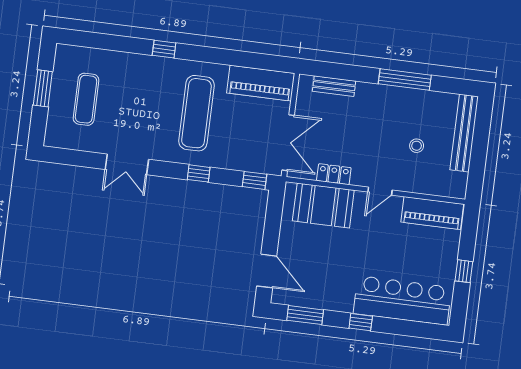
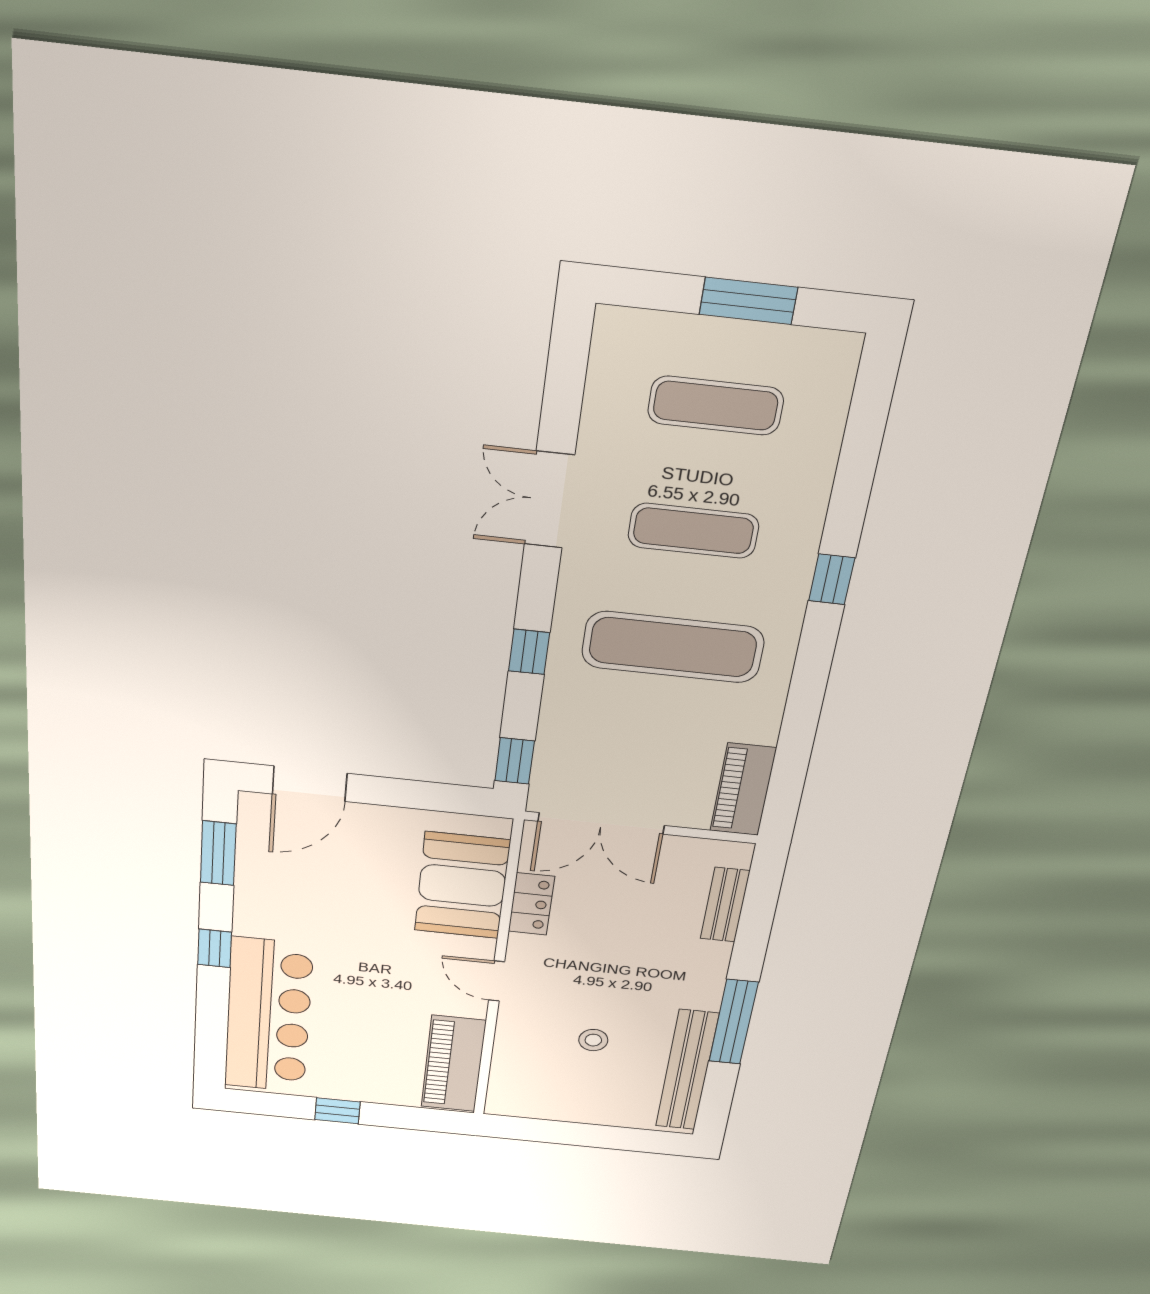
piano: (261, 83) -> (743, 790), width x0.73, depth x0.75
exercise mat: (141, 106) -> (693, 531), added
bench: (464, 133) -> (687, 1070), moved, turned 90

